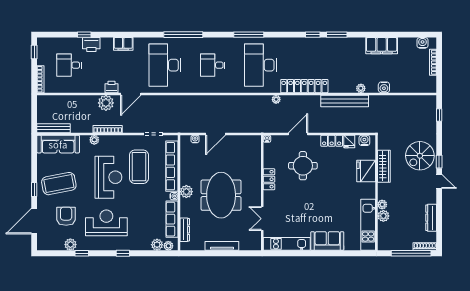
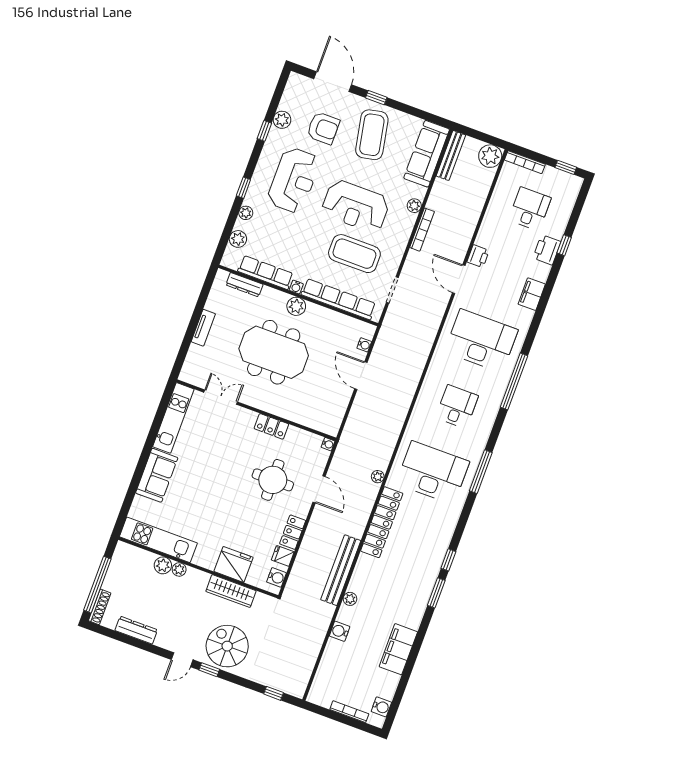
plant: (106, 103) -> (490, 156), moved
plant: (168, 246) -> (246, 213), moved
tv unit: (222, 246) -> (203, 328), width x0.71

